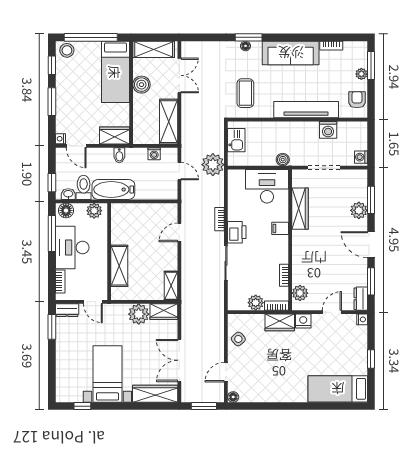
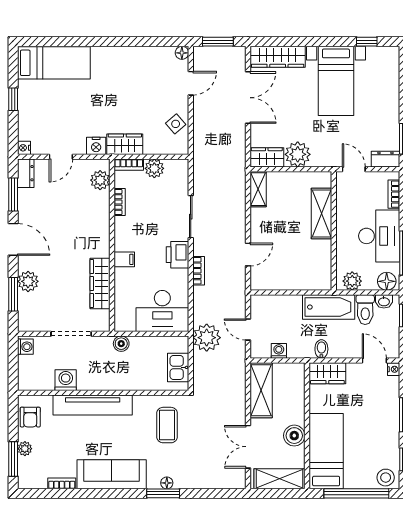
desk: (267, 186) -> (162, 311), moved

